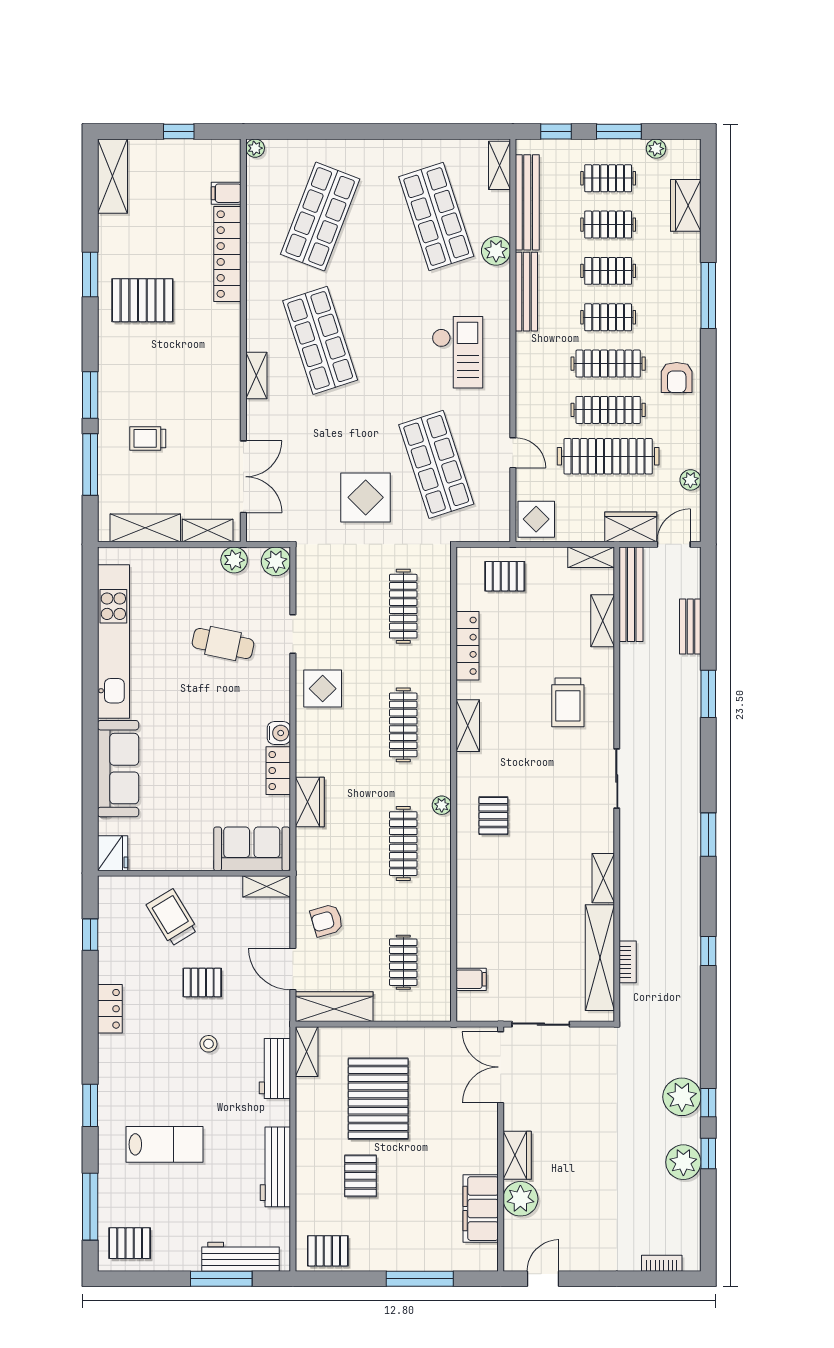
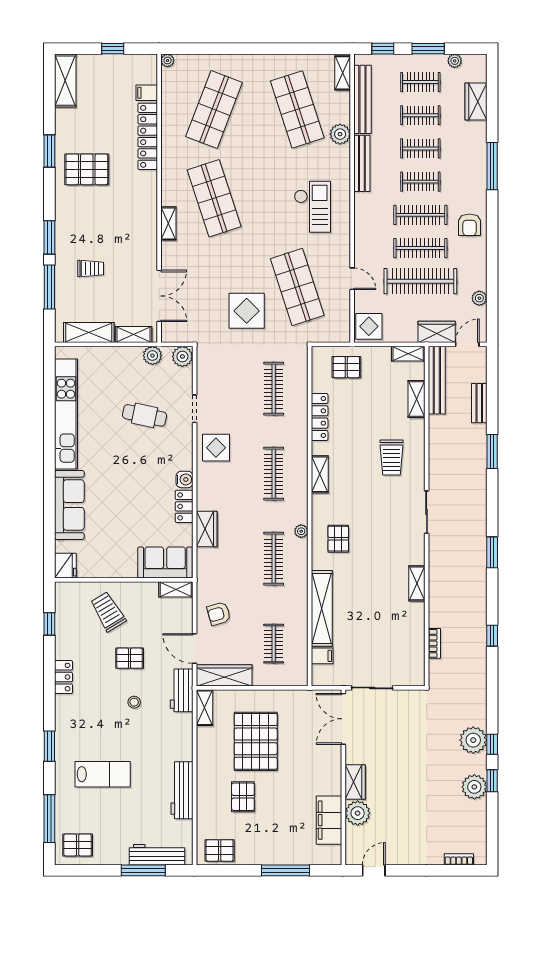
trolley: (148, 438) -> (91, 268), turned 180
shelving: (600, 958) -> (322, 608), moved
workbench: (275, 1069) -> (182, 690), moved

